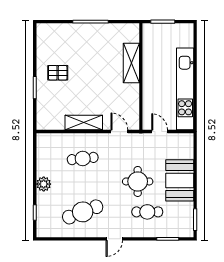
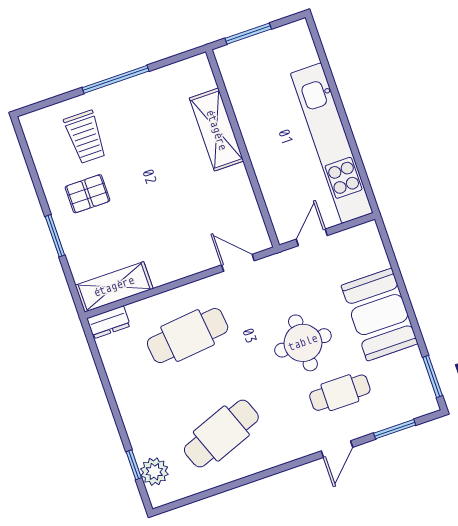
trolley: (66, 45) -> (85, 137), added
shelving: (84, 122) -> (114, 287), moved
door: (160, 132) -> (312, 237), hinge flipped
dresser: (46, 139) -> (109, 322), added
cafe table: (83, 158) -> (188, 336), width x1.37, depth x1.35
plant: (44, 184) -> (154, 472), moved
door: (114, 239) -> (337, 449), moved

